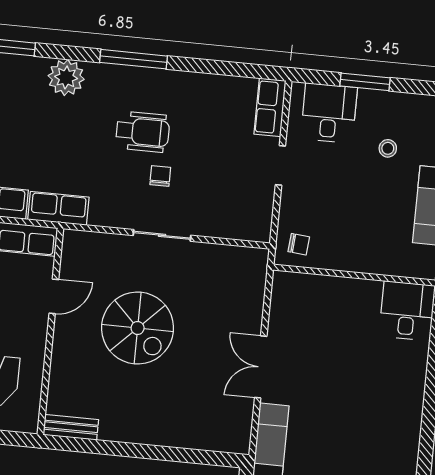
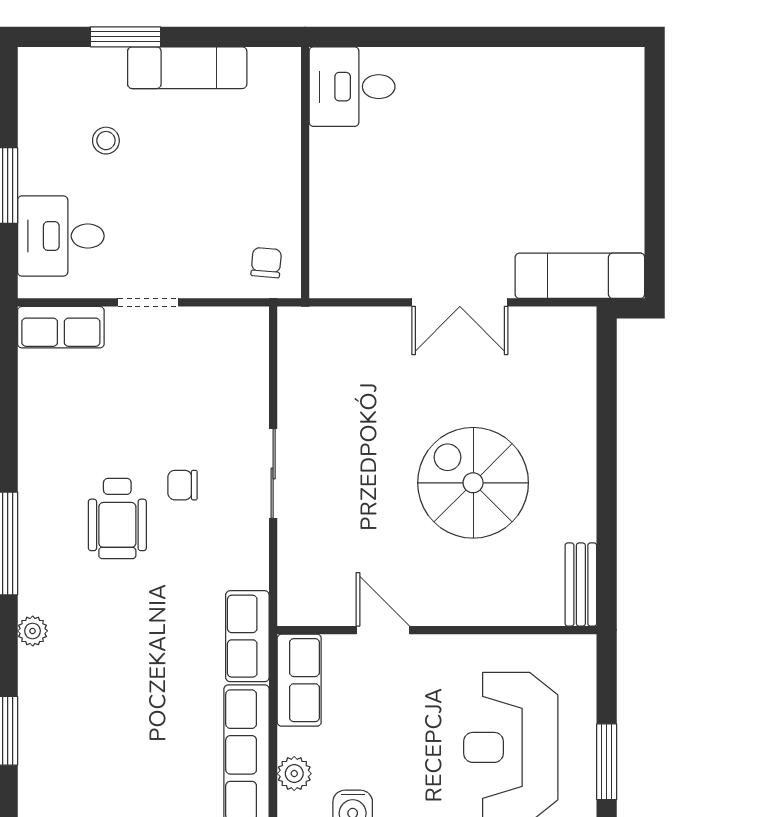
plant: (66, 77) -> (33, 631), width x0.53, depth x0.53
wheelchair: (143, 132) -> (117, 518), turned 180
spiral stairs: (138, 328) -> (473, 483), moved, turned -90

